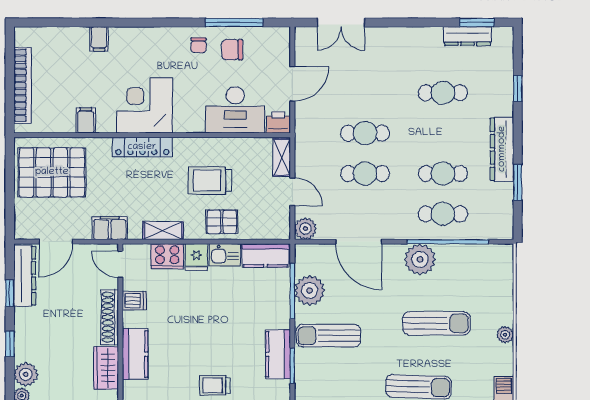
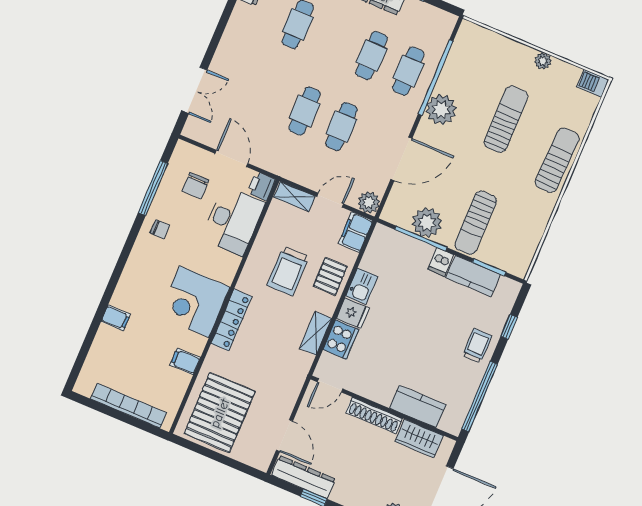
chair: (232, 50) -> (195, 186), moved
filing cabinet: (110, 228) -> (356, 232), moved
kitchen counter: (265, 256) -> (378, 249), removed
dishwasher: (134, 301) -> (441, 262), moved, turned 180
trolley: (215, 385) -> (477, 346), turned 180

